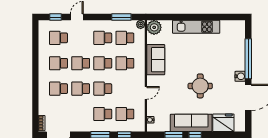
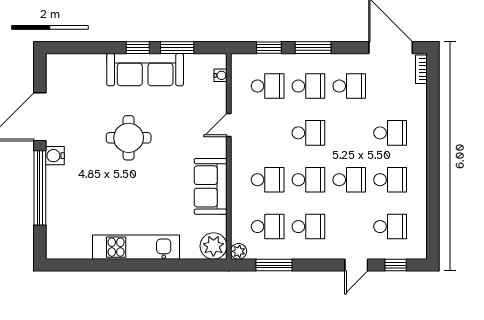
school desk: (81, 89) -> (349, 86), moved
fridge: (223, 123) -> (86, 70), removed

